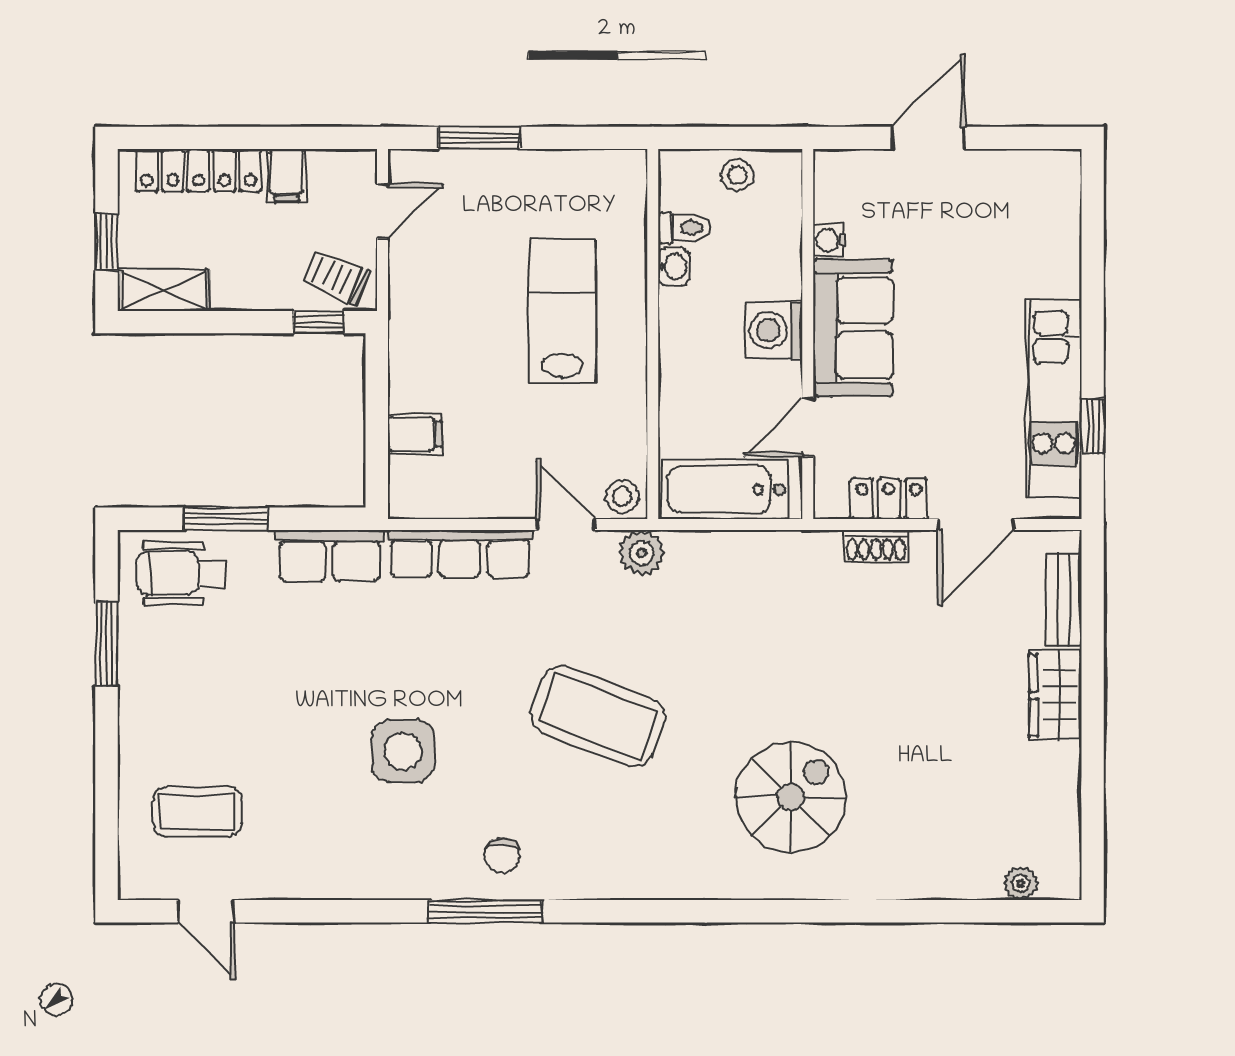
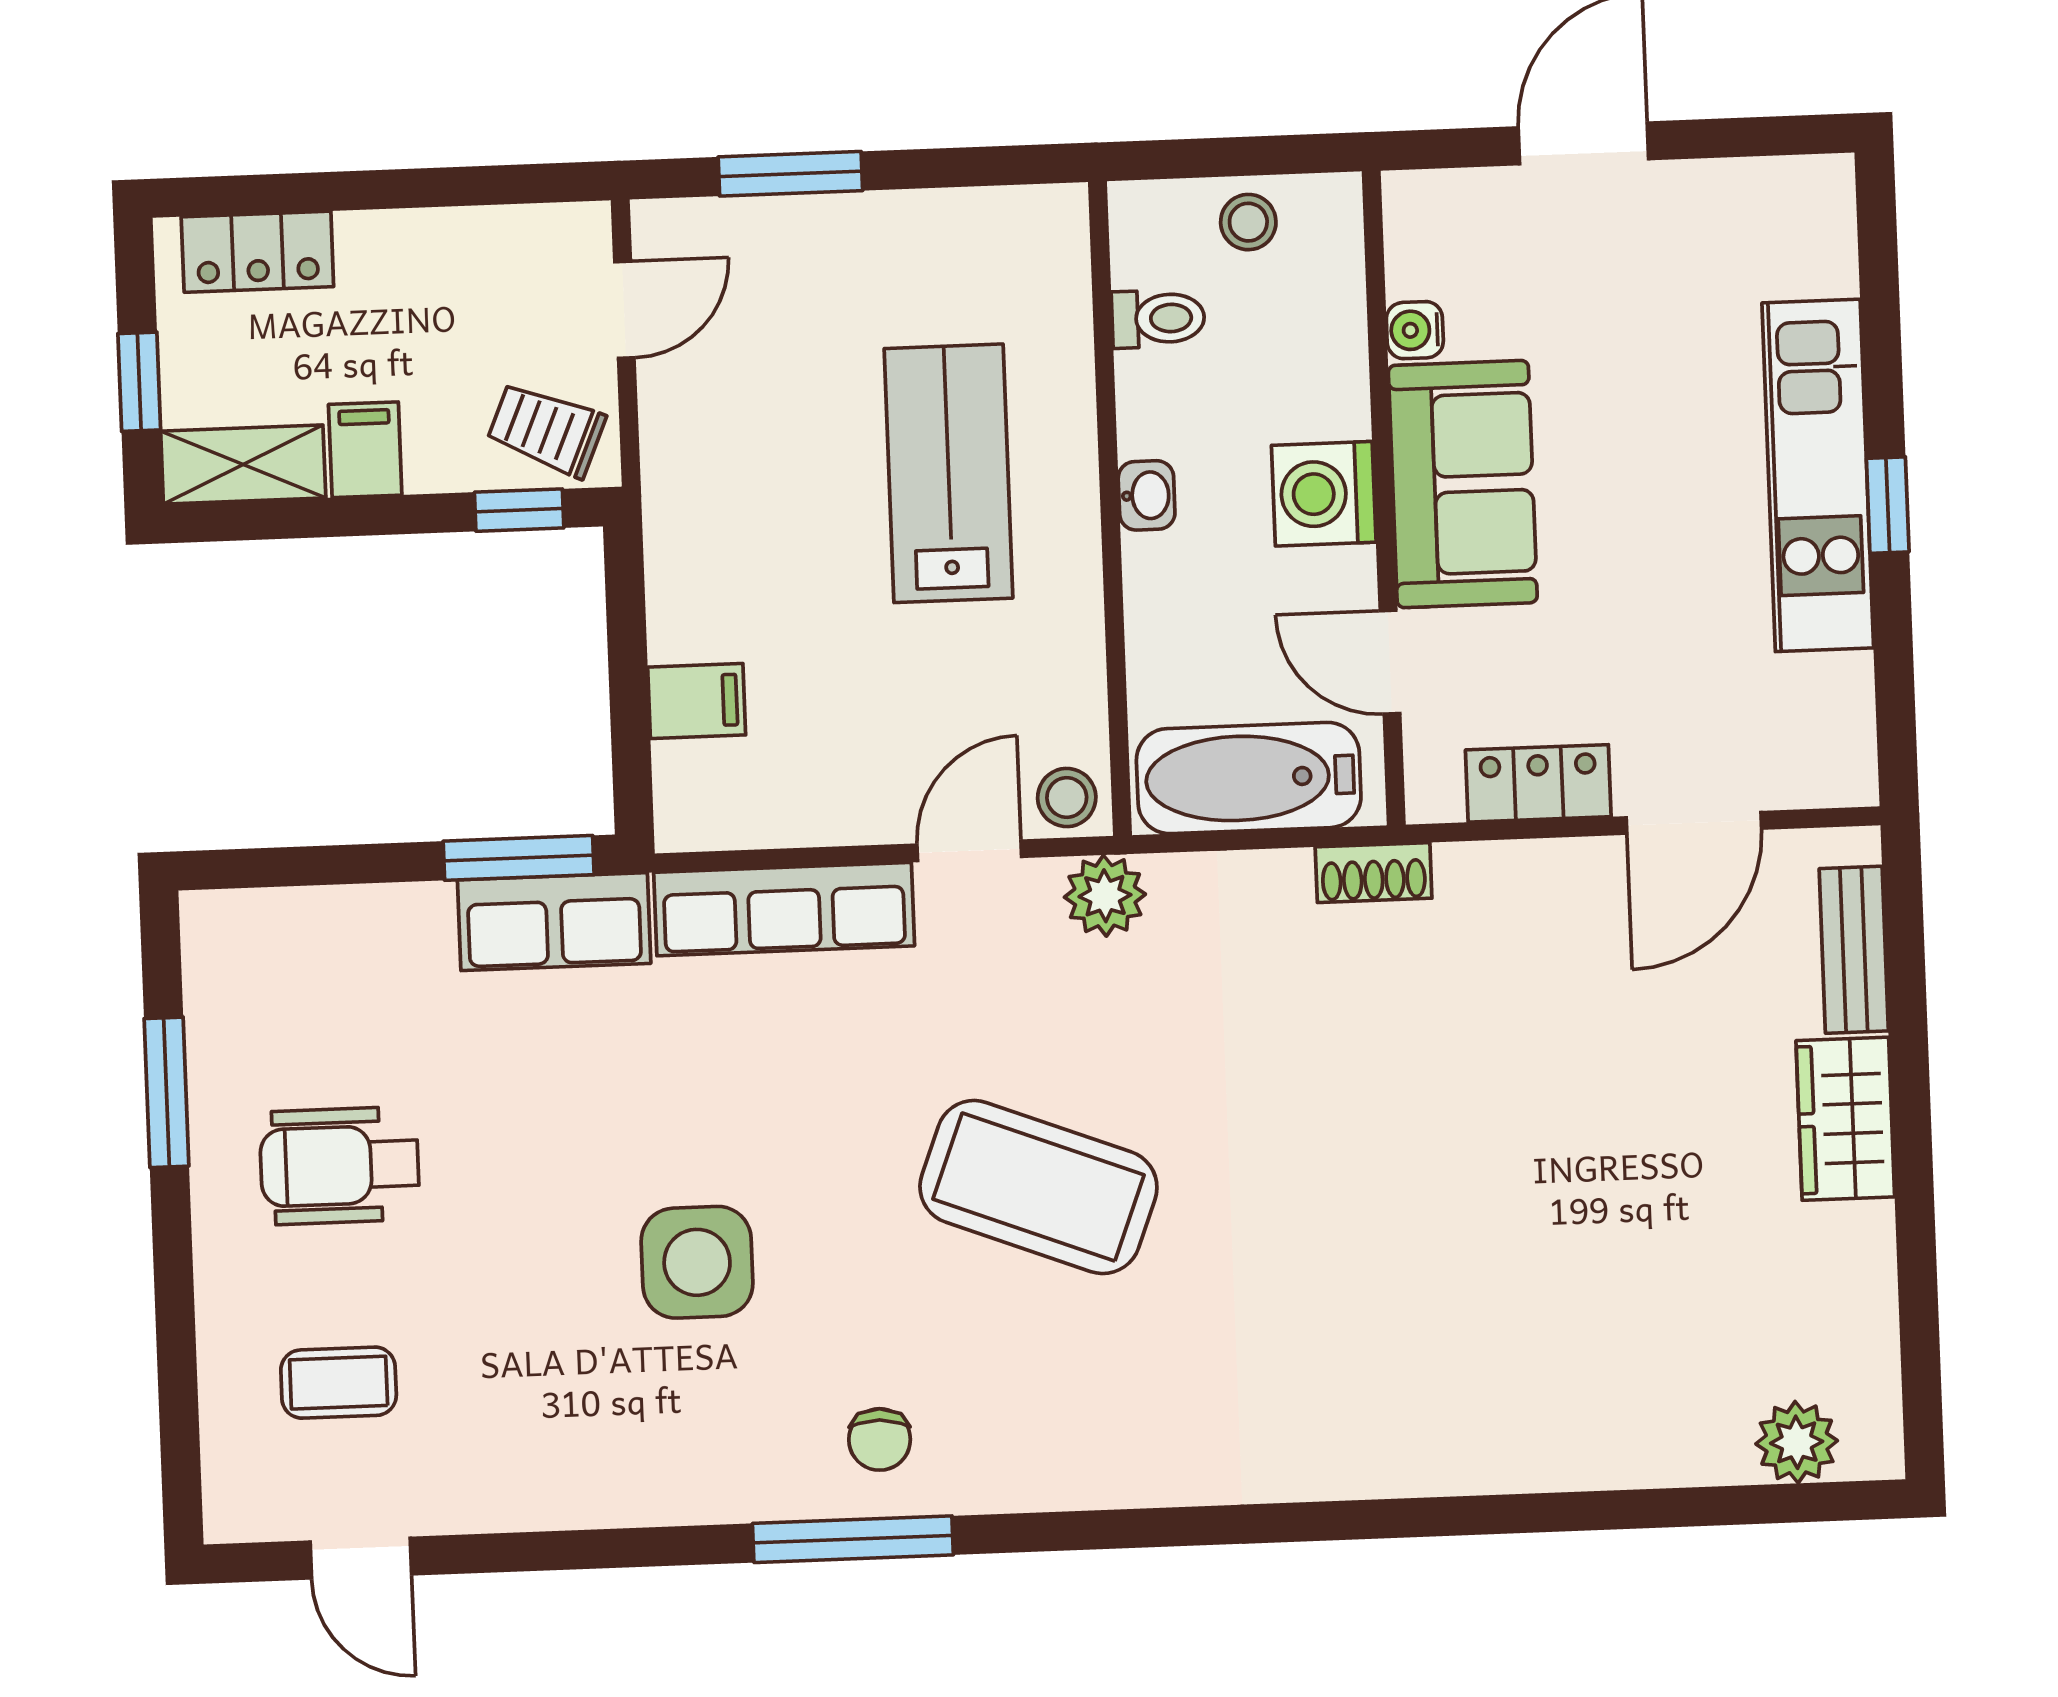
locker: (199, 170) -> (257, 252), width x0.66
filing cabinet: (287, 175) -> (365, 450), moved, turned 180
washbasin: (674, 267) -> (1147, 495), moved
kitchen unit: (1054, 398) -> (1818, 475), moved
window: (1093, 426) -> (1888, 505), moved
door: (808, 427) -> (1390, 662), hinge flipped
window: (226, 519) -> (519, 858), moved
door: (566, 525) -> (969, 851), hinge flipped
shoe rack: (876, 546) -> (1374, 873), moved
wheelchair: (181, 573) -> (340, 1166), moved
spiral stairs: (791, 797) -> (1385, 1317), removed
coffee table: (198, 812) -> (339, 1383), width x0.73, depth x0.77
plant: (1021, 883) -> (1797, 1442), width x1.38, depth x1.38

